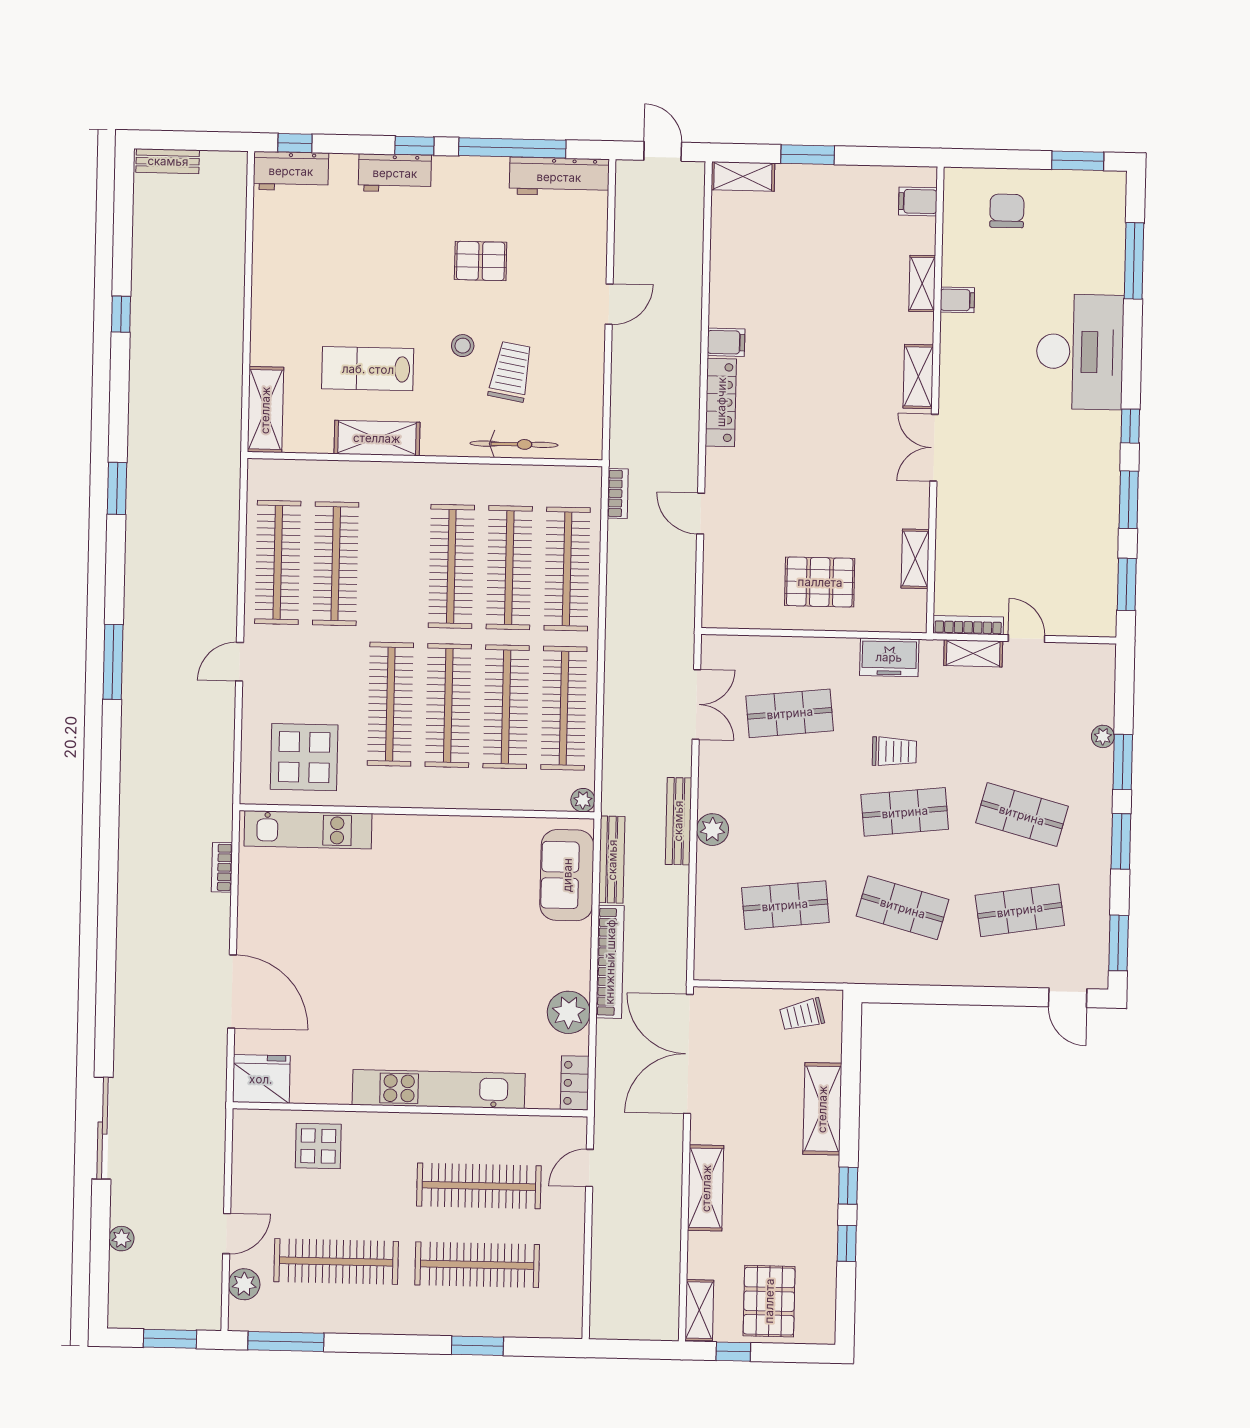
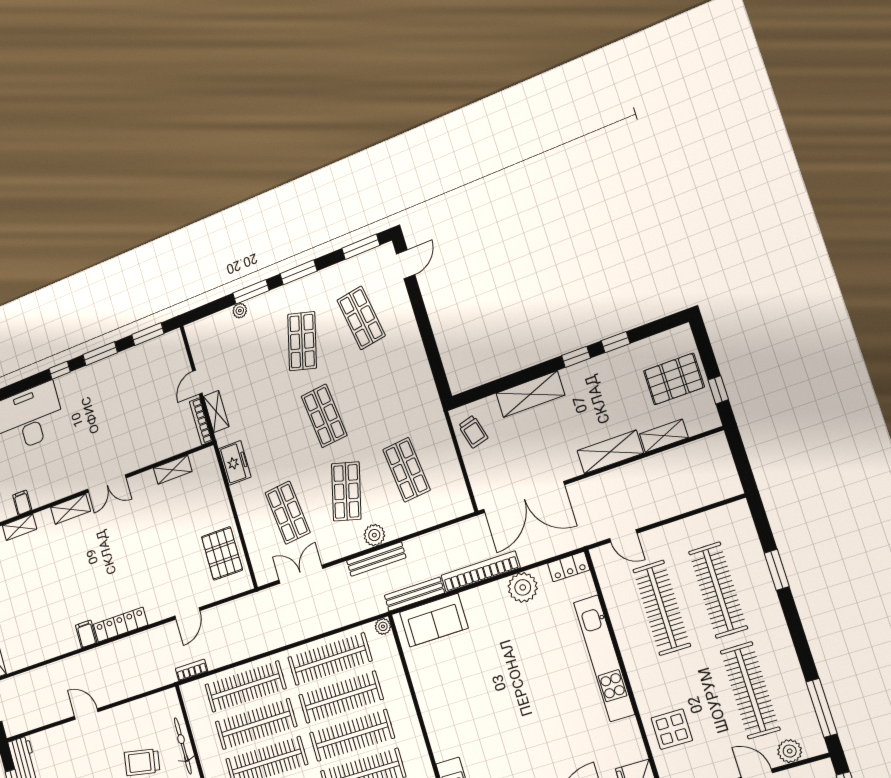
pallet: (820, 582) -> (222, 553), moved
trolley: (894, 752) -> (290, 437), removed
shop shelf: (903, 908) -> (346, 491), moved
shelving: (699, 1310) -> (664, 436), moved

